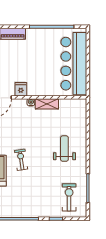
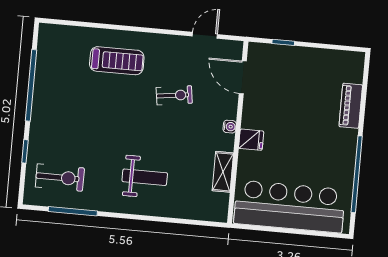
fridge: (21, 89) -> (251, 140), moved
shelving: (47, 104) -> (223, 172), moved
exercise bike: (21, 160) -> (174, 95), moved

